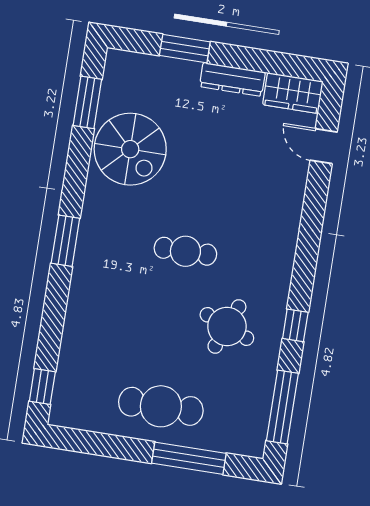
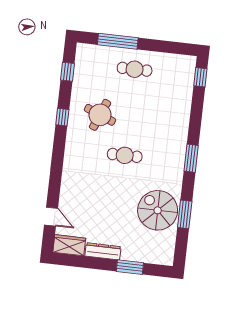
window: (87, 102) -> (185, 214), moved
cafe table: (161, 406) -> (135, 69), width x0.73, depth x0.74
window: (282, 407) -> (67, 72), width x0.46

